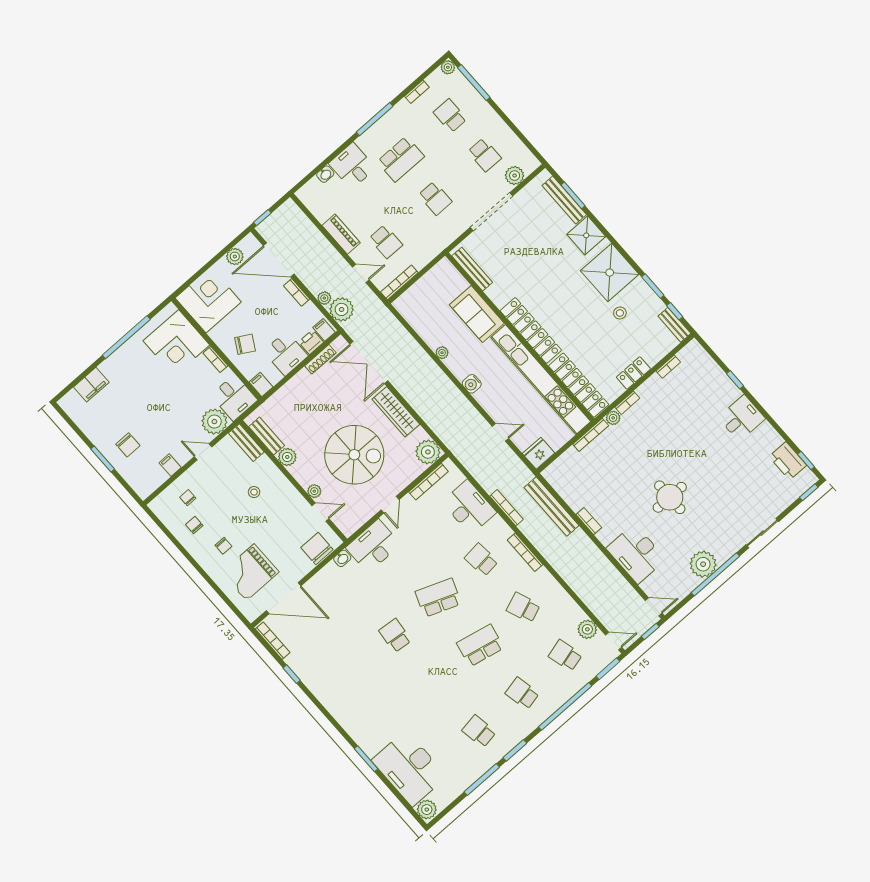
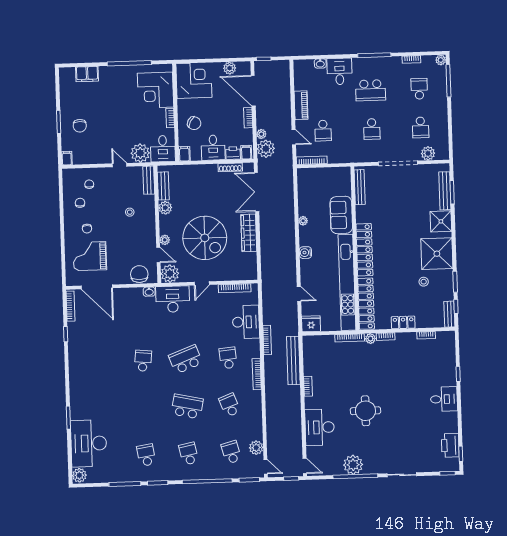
plant: (428, 452) -> (170, 274), moved
filing cabinet: (170, 465) -> (67, 158), moved
school desk: (438, 598) -> (186, 359), turned -42

